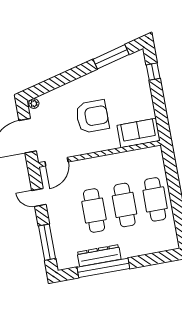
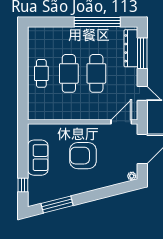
sofa: (139, 133) -> (38, 158), moved, turned -90
cafe table: (155, 199) -> (41, 73), width x0.73, depth x0.74
dresser: (99, 256) -> (131, 48), moved, turned 90

